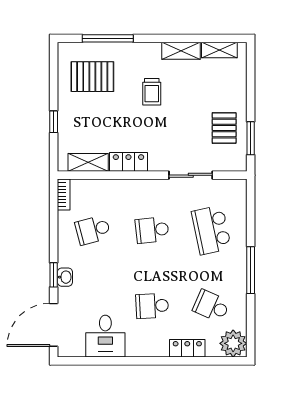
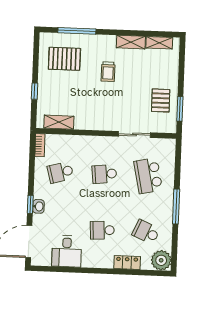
locker: (128, 162) -> (89, 123), removed

